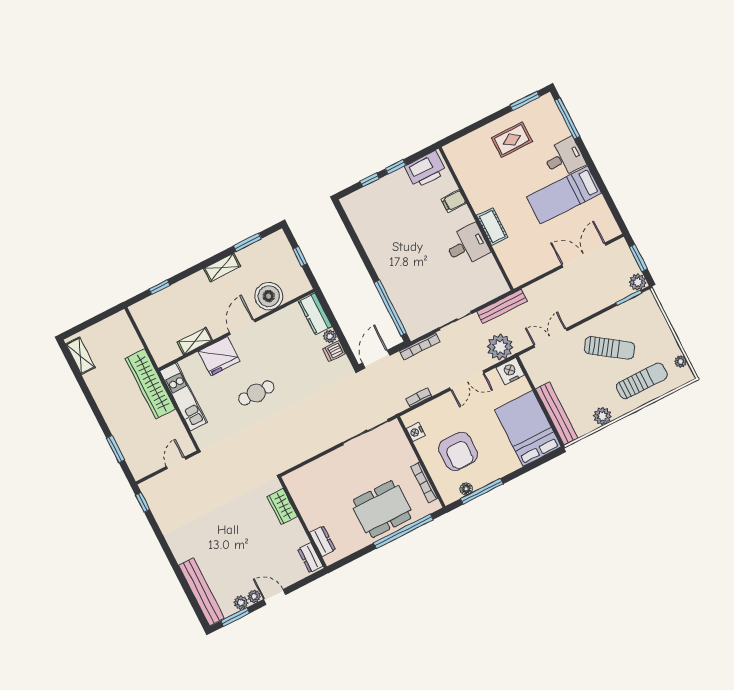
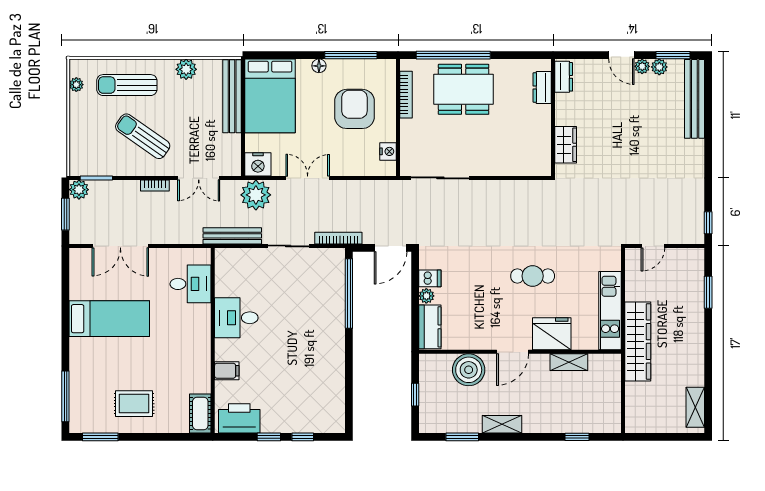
desk: (564, 158) -> (191, 284), moved, turned 180
cot: (492, 227) -> (200, 414), moved
bookcase: (419, 397) -> (155, 185), moved
floor lamp: (466, 489) -> (319, 66), moved

